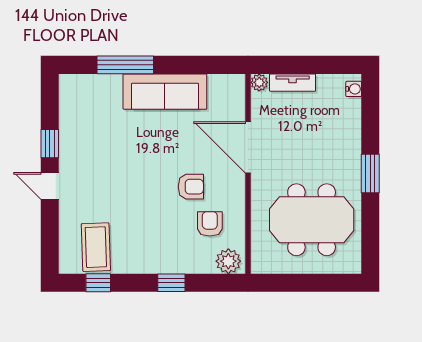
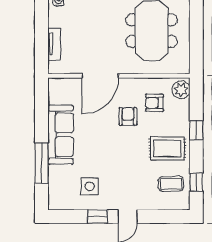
plant: (259, 82) -> (54, 68), removed
side table: (92, 133) -> (90, 186), added
rug: (146, 242) -> (167, 148), added
coffee table: (96, 247) -> (171, 184), width x0.73, depth x0.77

